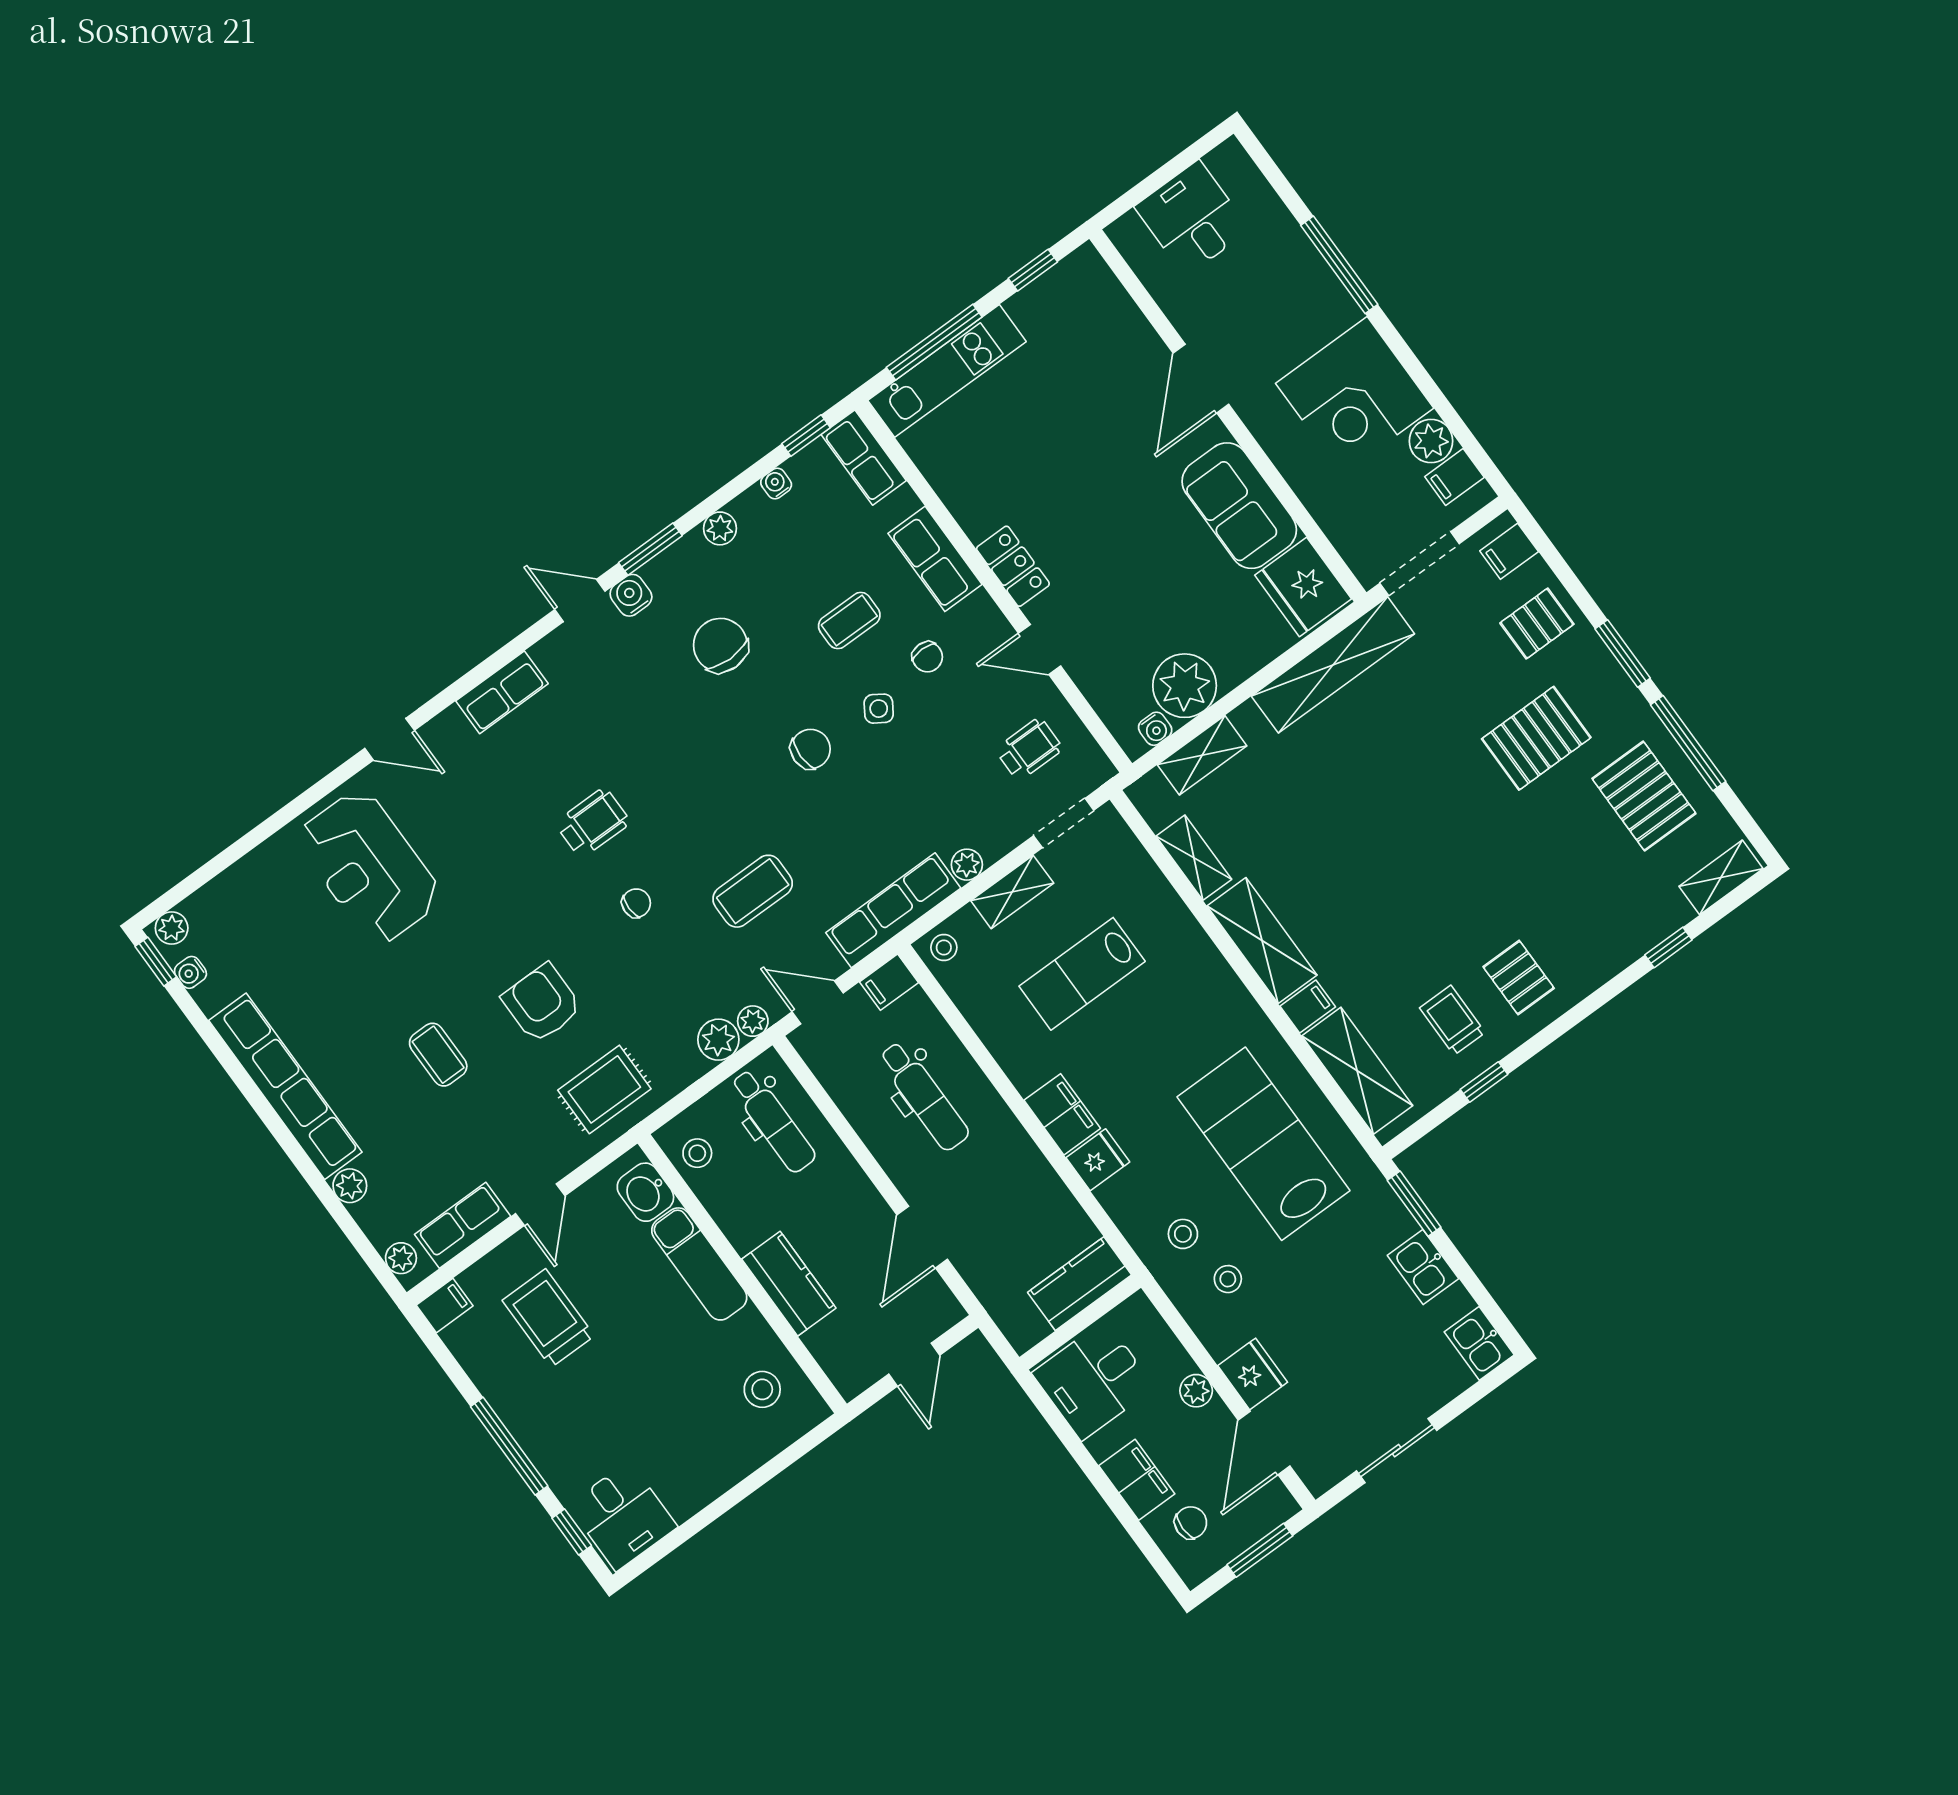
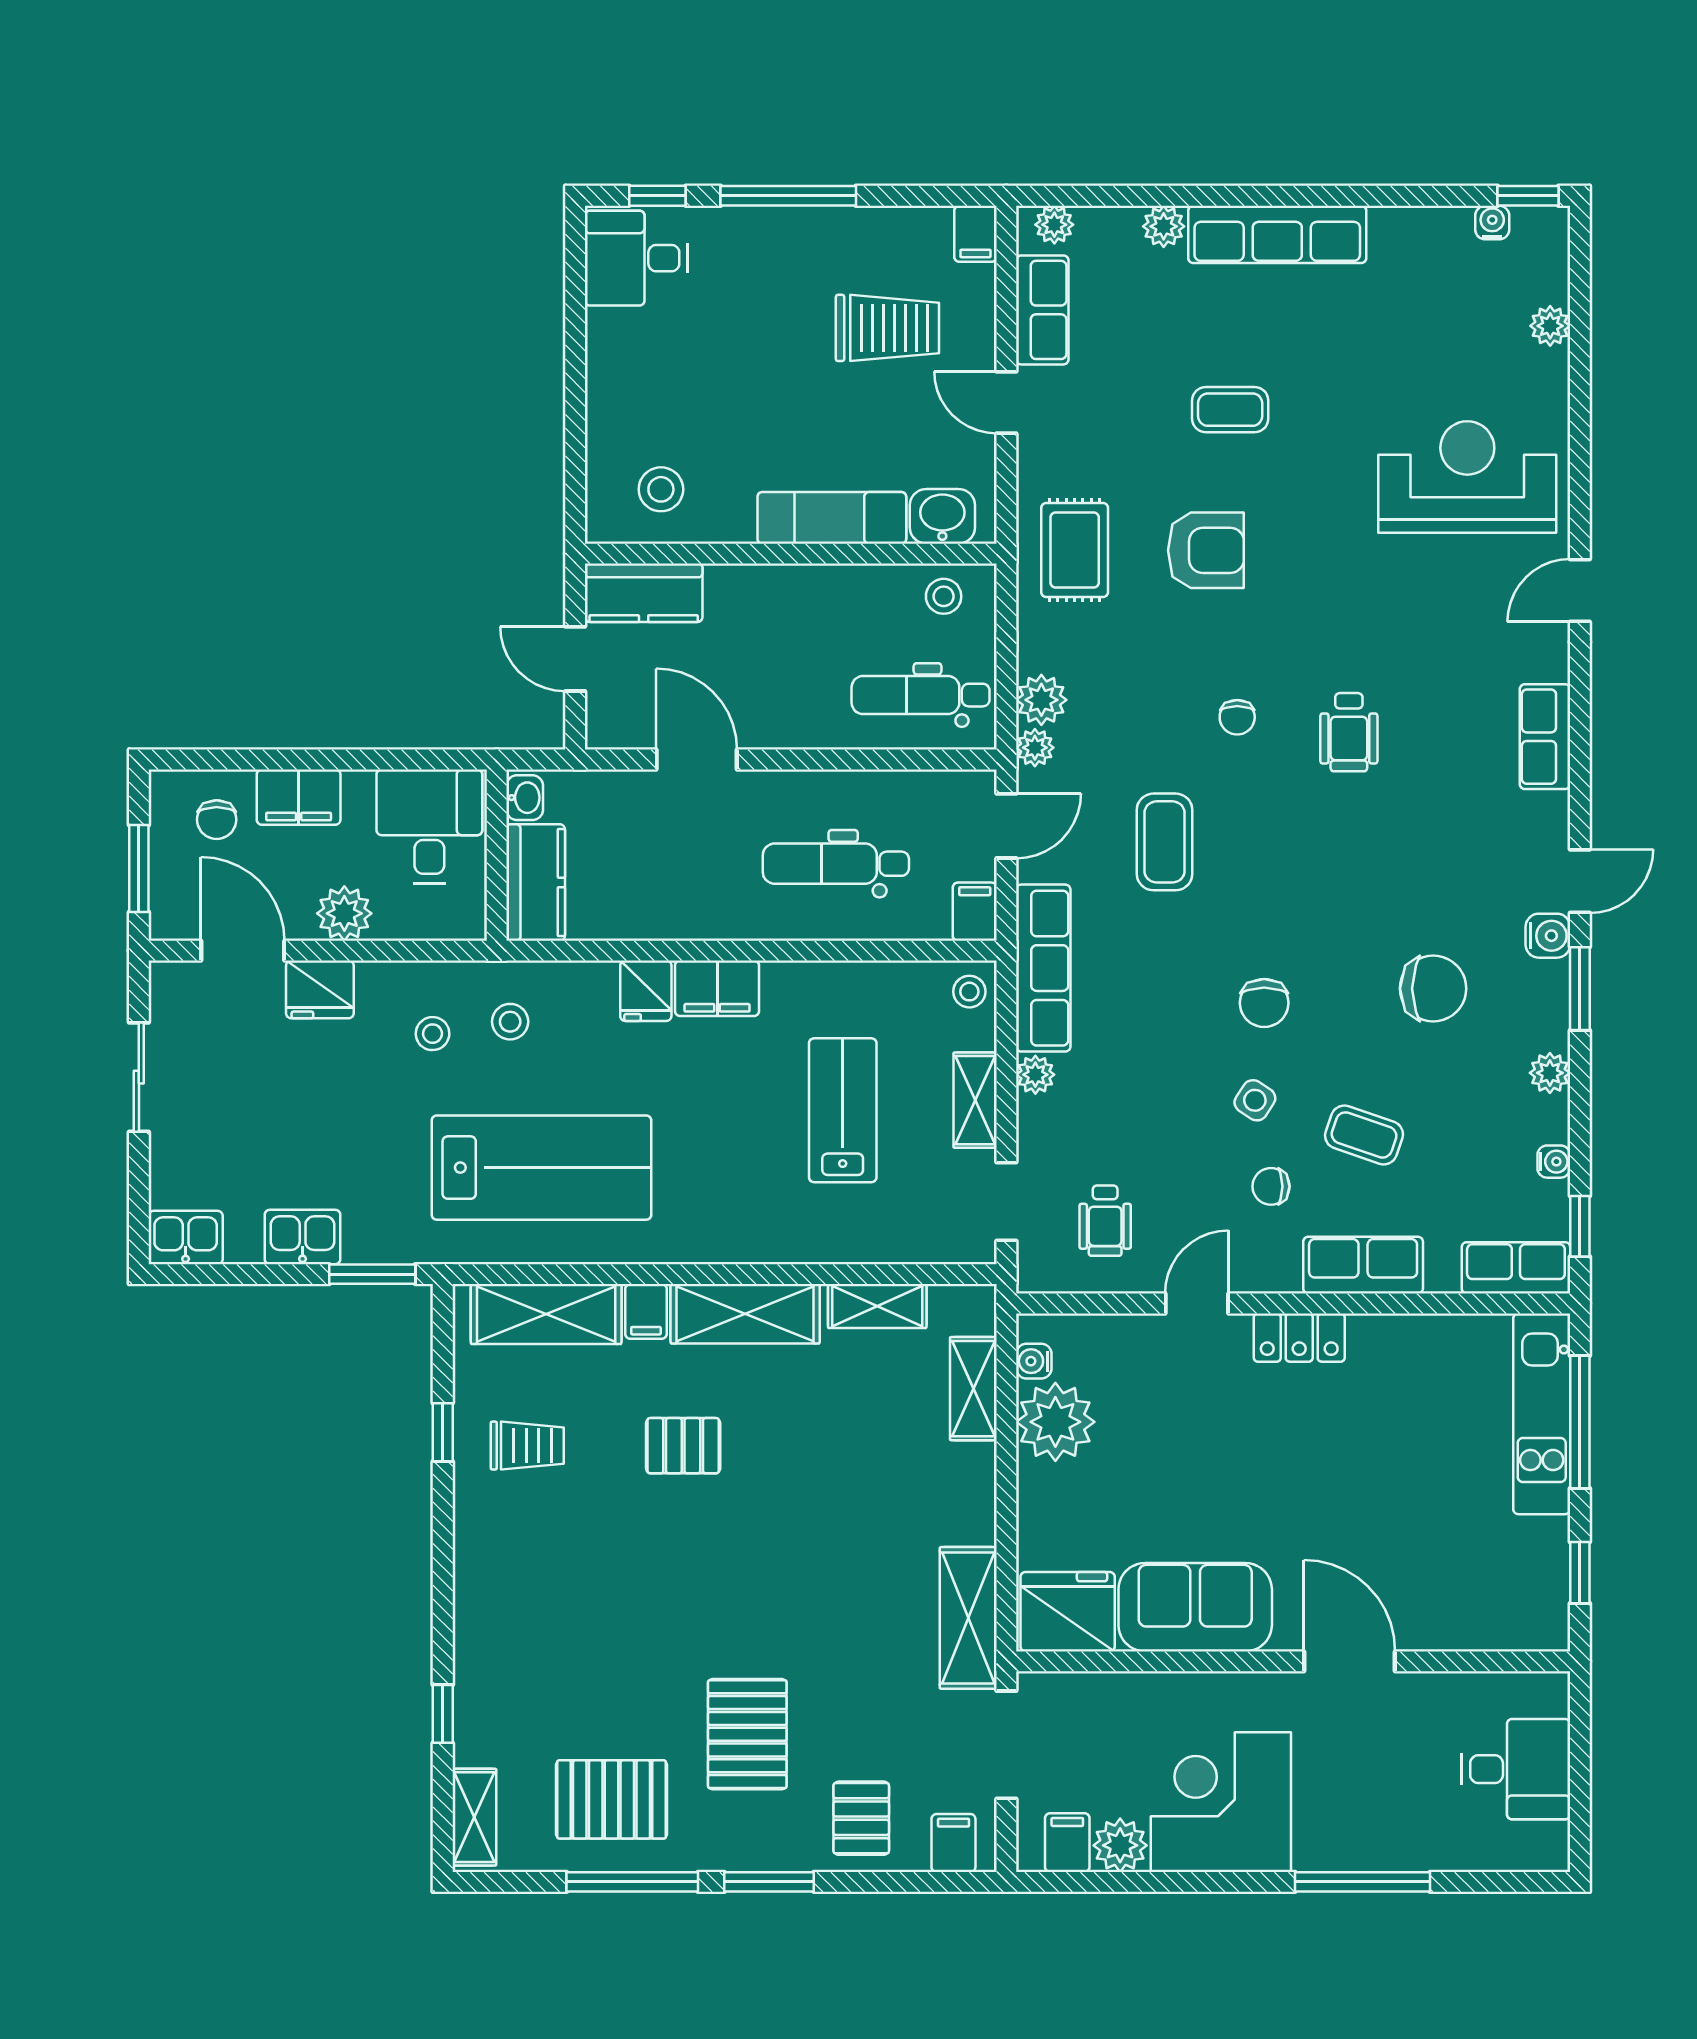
coffee table: (849, 621) -> (1364, 1135), turned -71
shelving: (1333, 665) -> (968, 1618), width x0.68
plant: (172, 928) -> (1550, 326), moved
pallet: (1519, 977) -> (683, 1446), moved
row of seats: (285, 1086) -> (1277, 234), width x0.73
kitchen counter: (789, 1284) -> (644, 593), moved
washbasin: (1029, 1331) -> (525, 798), added
plant: (1196, 1391) -> (344, 913), width x1.38, depth x1.38

